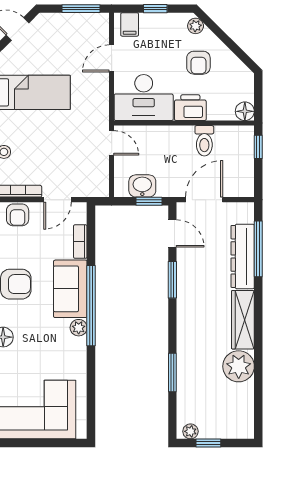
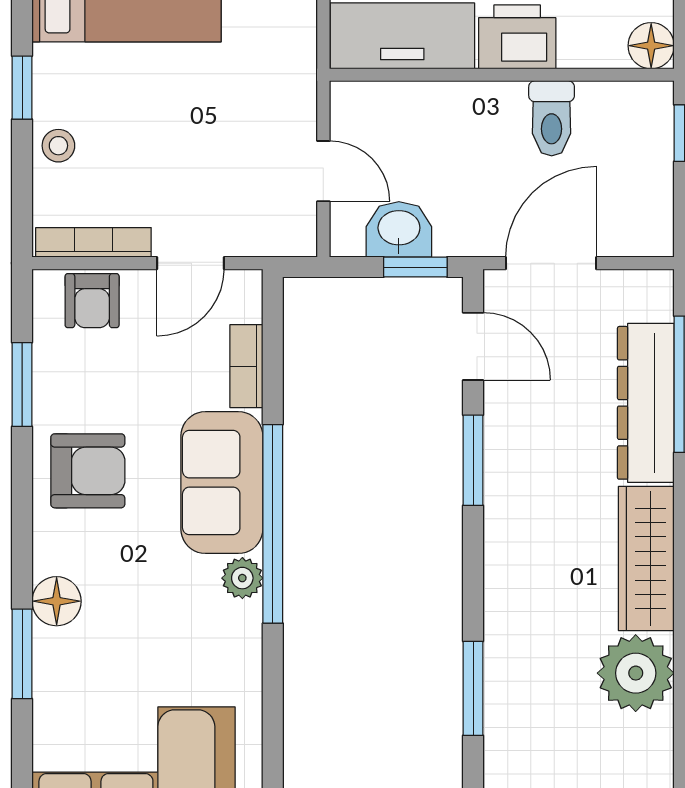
door: (112, 143) -> (323, 171), moved

